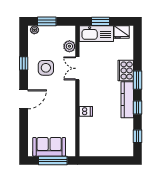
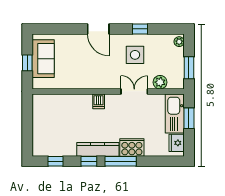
window: (47, 21) -> (189, 68), moved
window: (137, 80) -> (121, 161), width x1.44
dishwasher: (86, 111) -> (99, 101), moved
window: (53, 160) -> (27, 63), width x0.46

